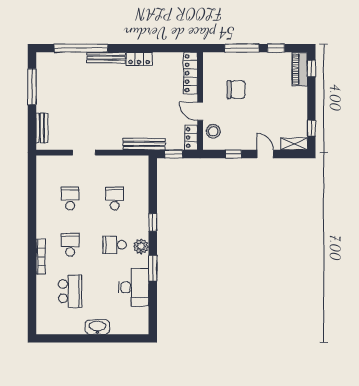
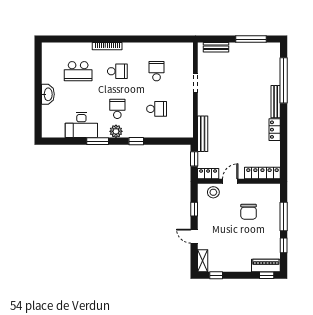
door: (265, 154) -> (194, 236), swing flipped
school desk: (70, 198) -> (157, 71), turned -90

